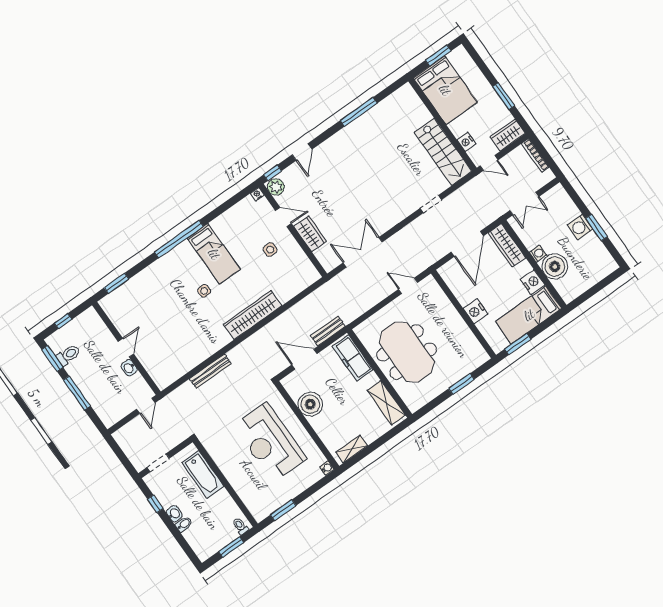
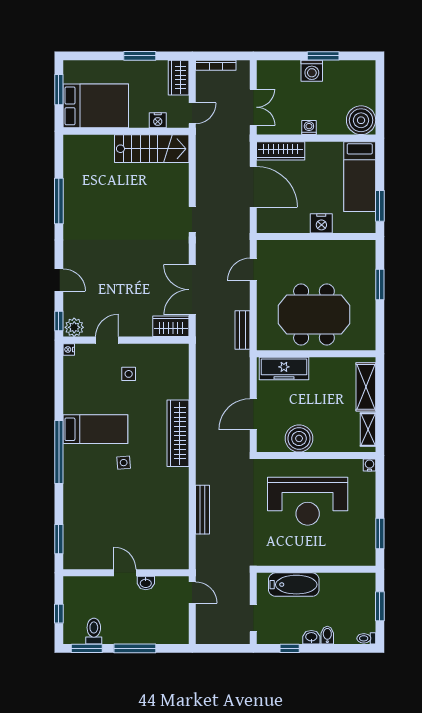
doorway: (431, 204) -> (192, 220), moved
wardrobe: (310, 234) -> (171, 326), moved
boiler: (555, 266) -> (361, 120), moved
nightstand: (532, 282) -> (332, 151), removed
bench: (328, 331) -> (242, 330), moved
shelving: (386, 403) -> (366, 387), moved, turned 90
toilet: (240, 526) -> (366, 638), moved

